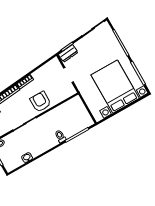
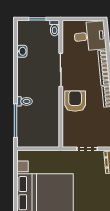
armchair: (40, 102) -> (75, 101), turned -90

